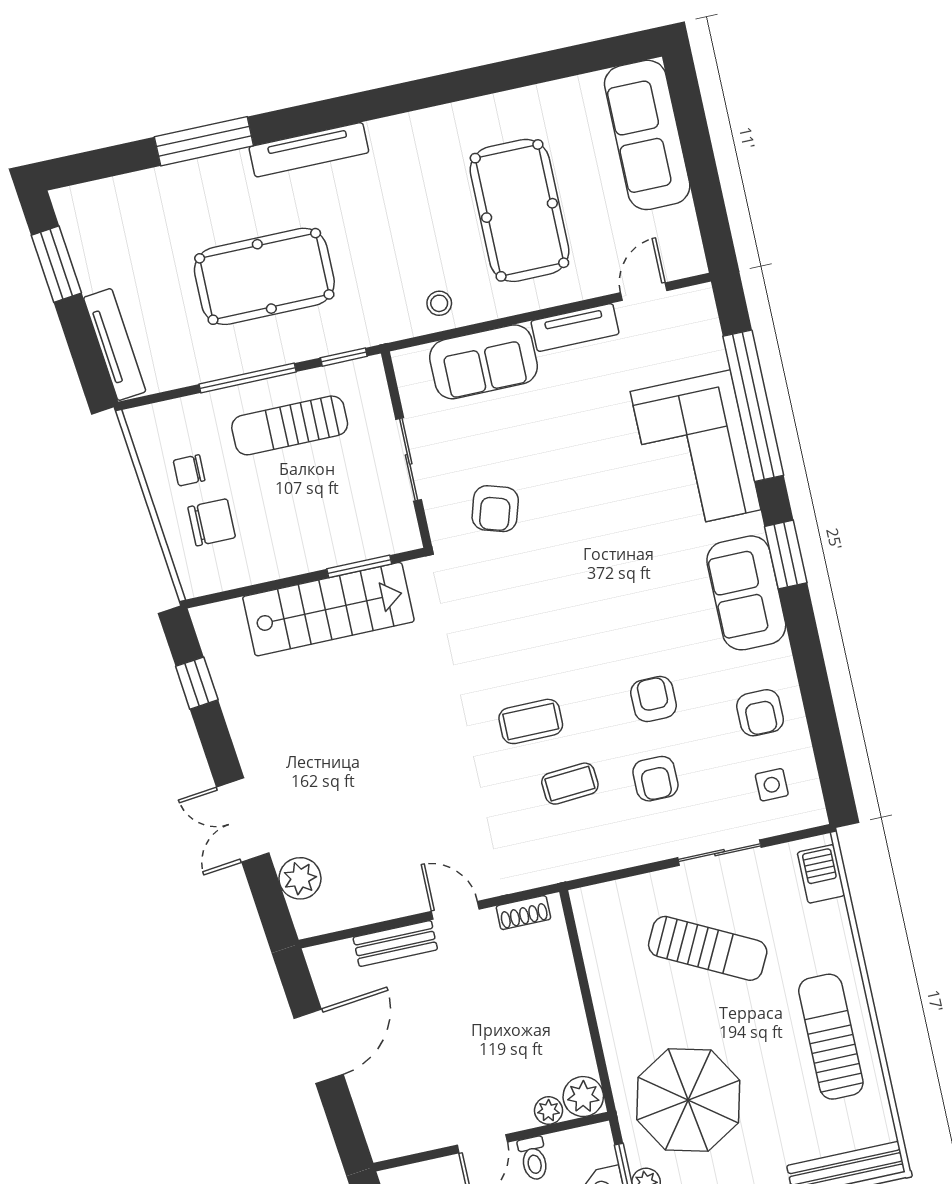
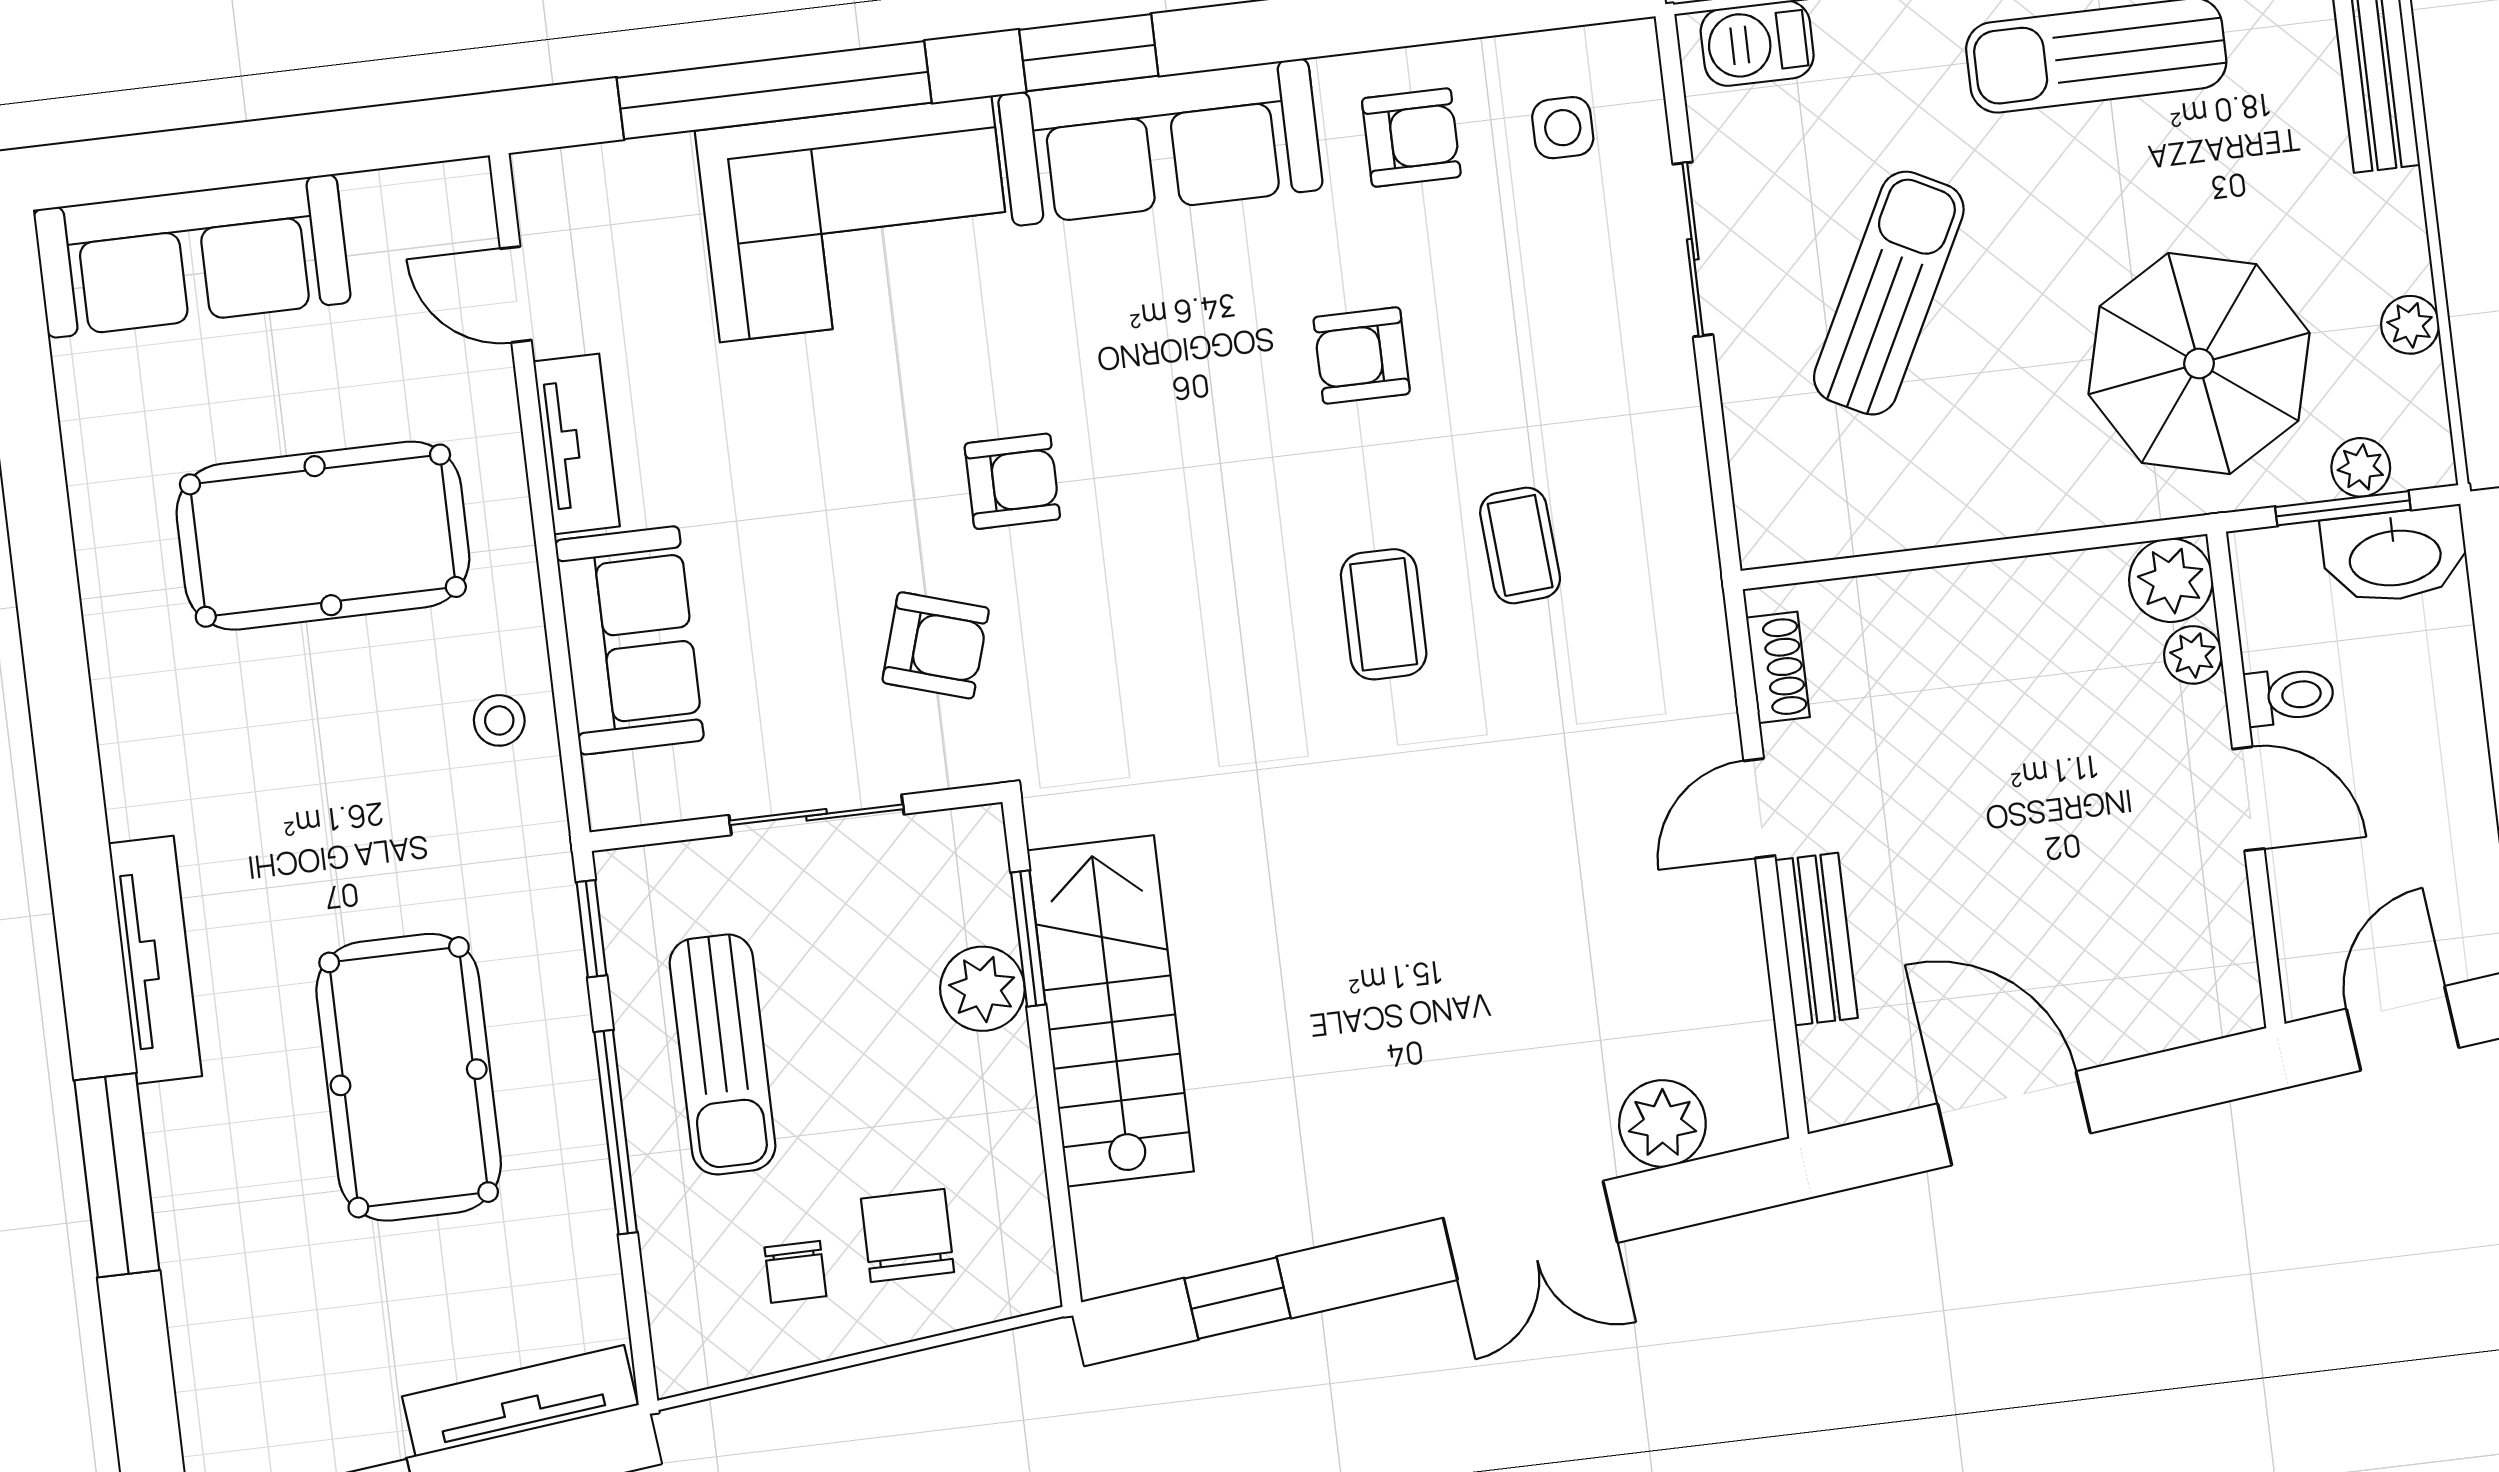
plant: (333, 547) -> (982, 989), added
sofa: (746, 593) -> (1160, 142), width x1.36
armchair: (655, 779) -> (1012, 481), moved

